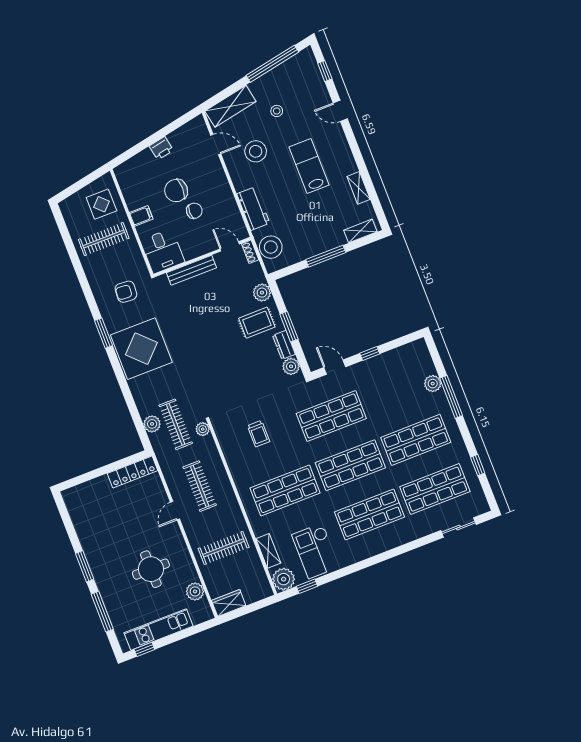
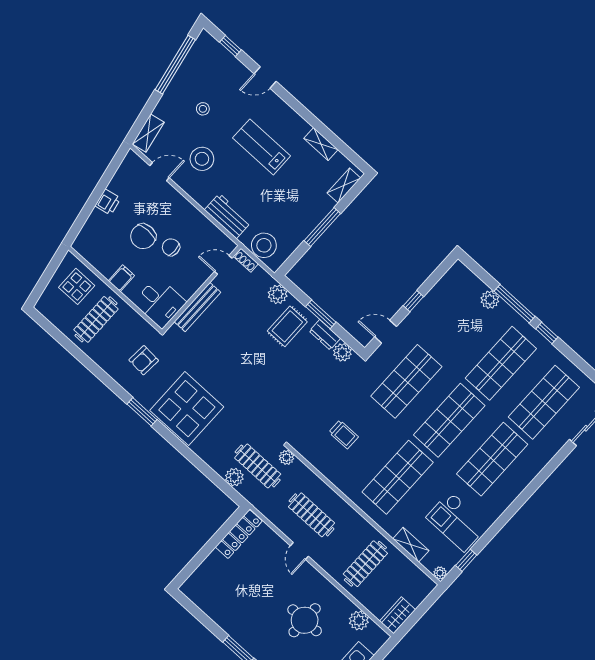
shelving: (230, 106) -> (148, 133), width x0.67, depth x0.75
chair: (194, 211) -> (171, 247), turned -90
window: (478, 465) -> (547, 333), moved
plant: (284, 579) -> (440, 573), width x0.53, depth x0.53

